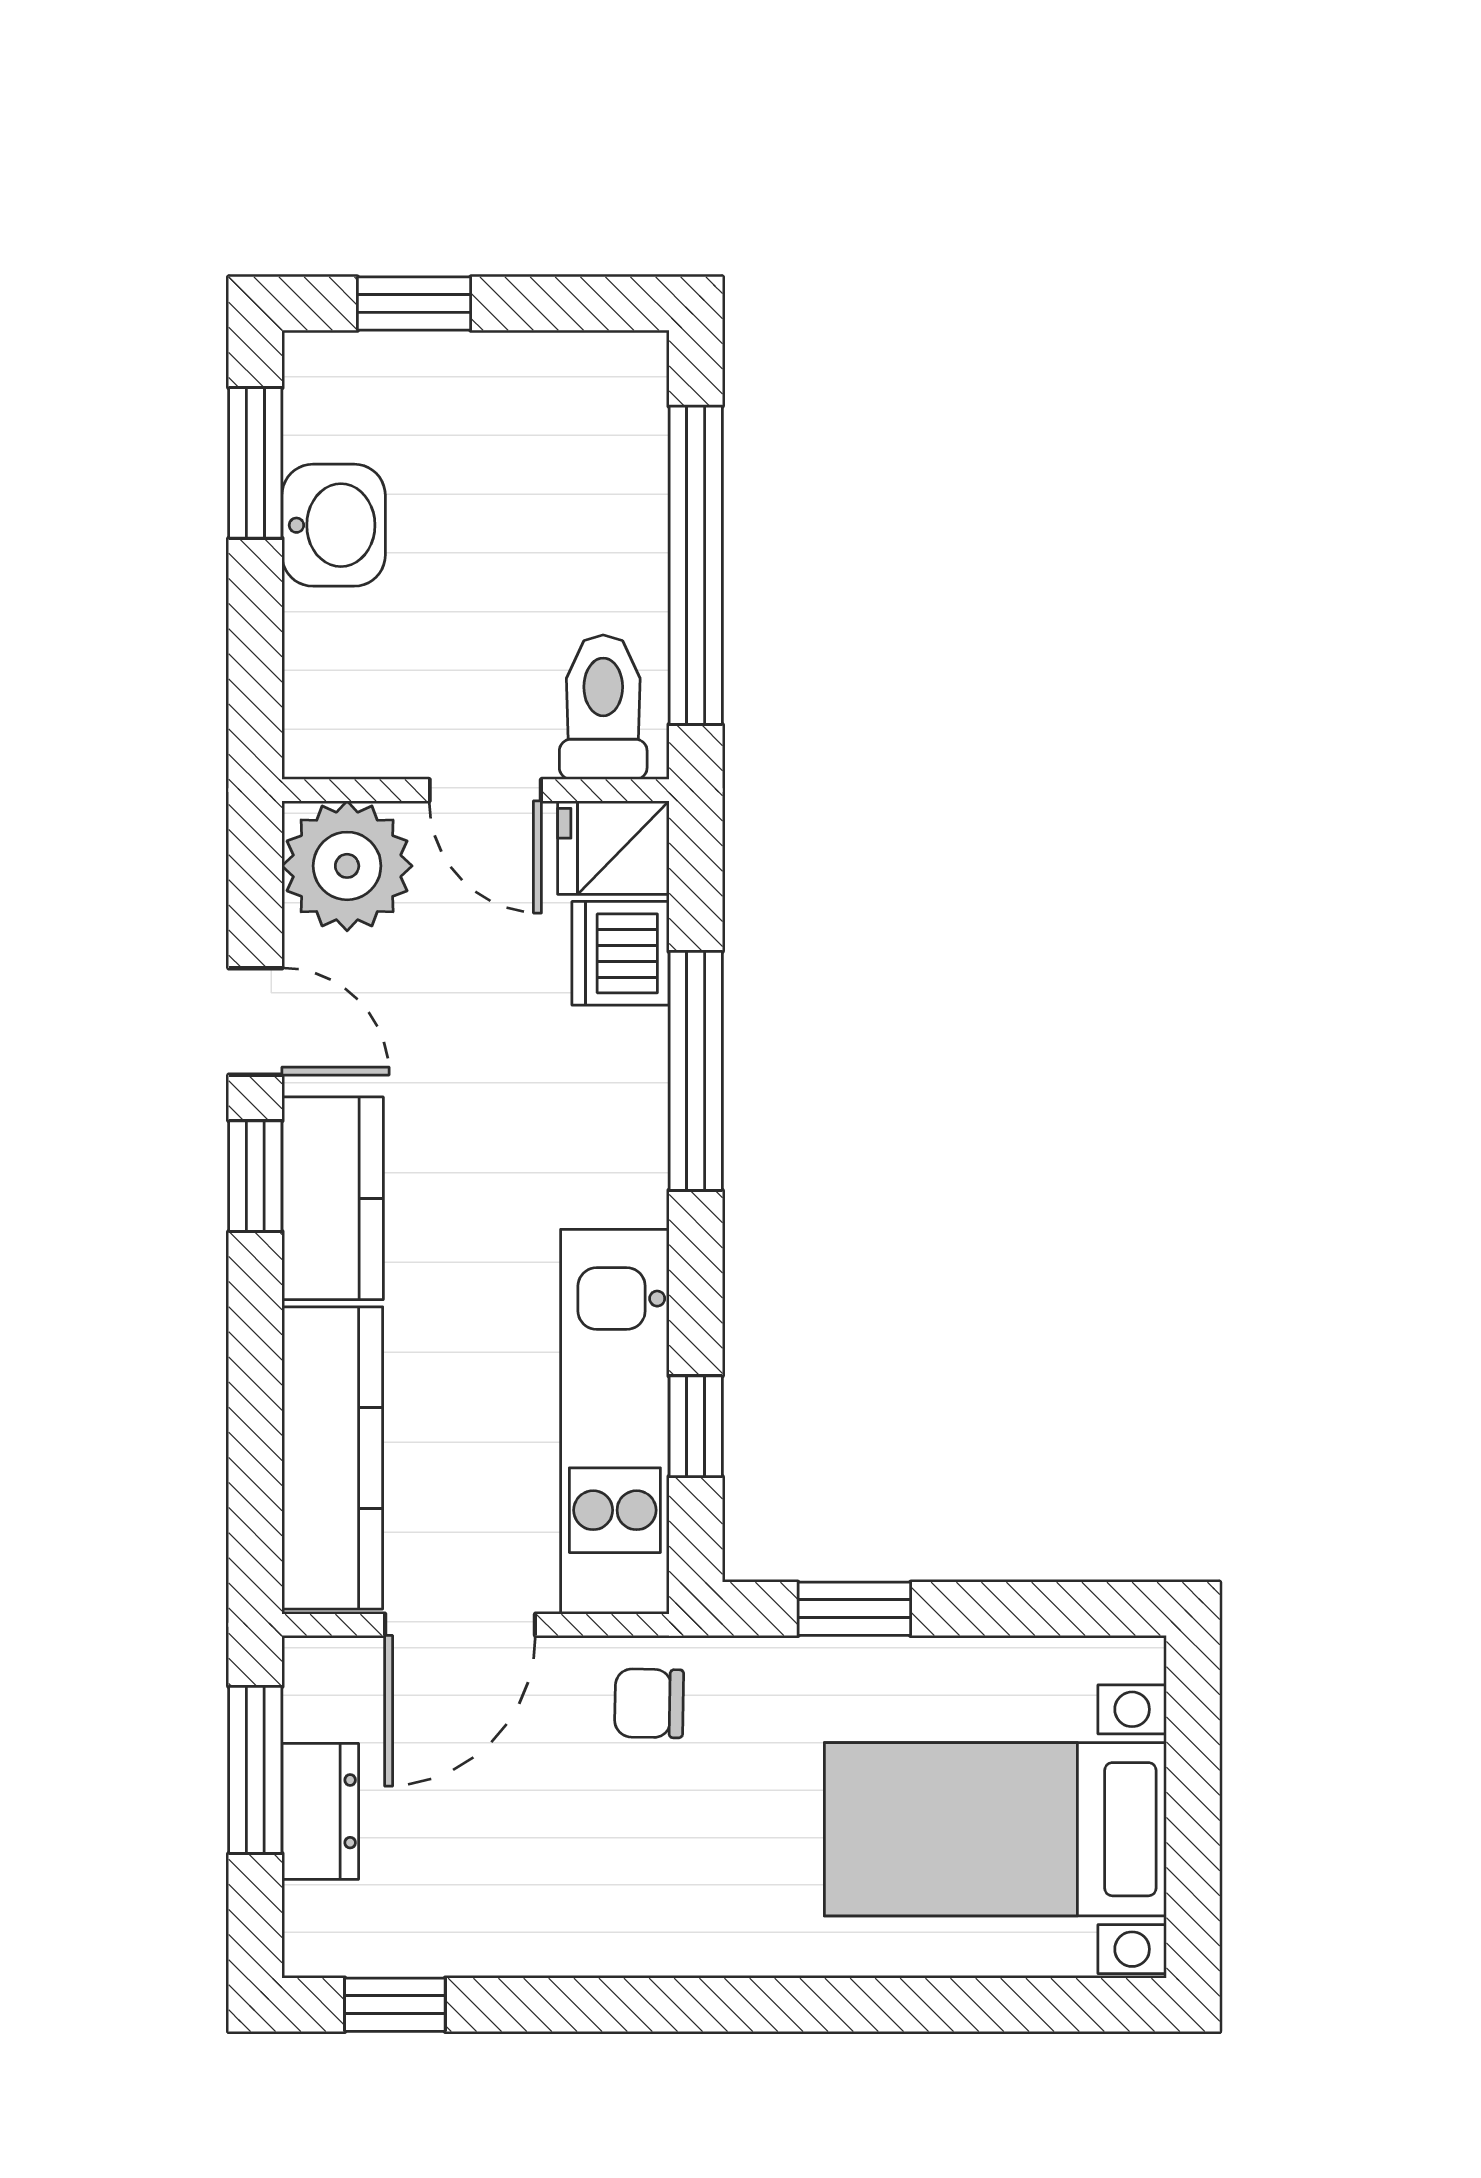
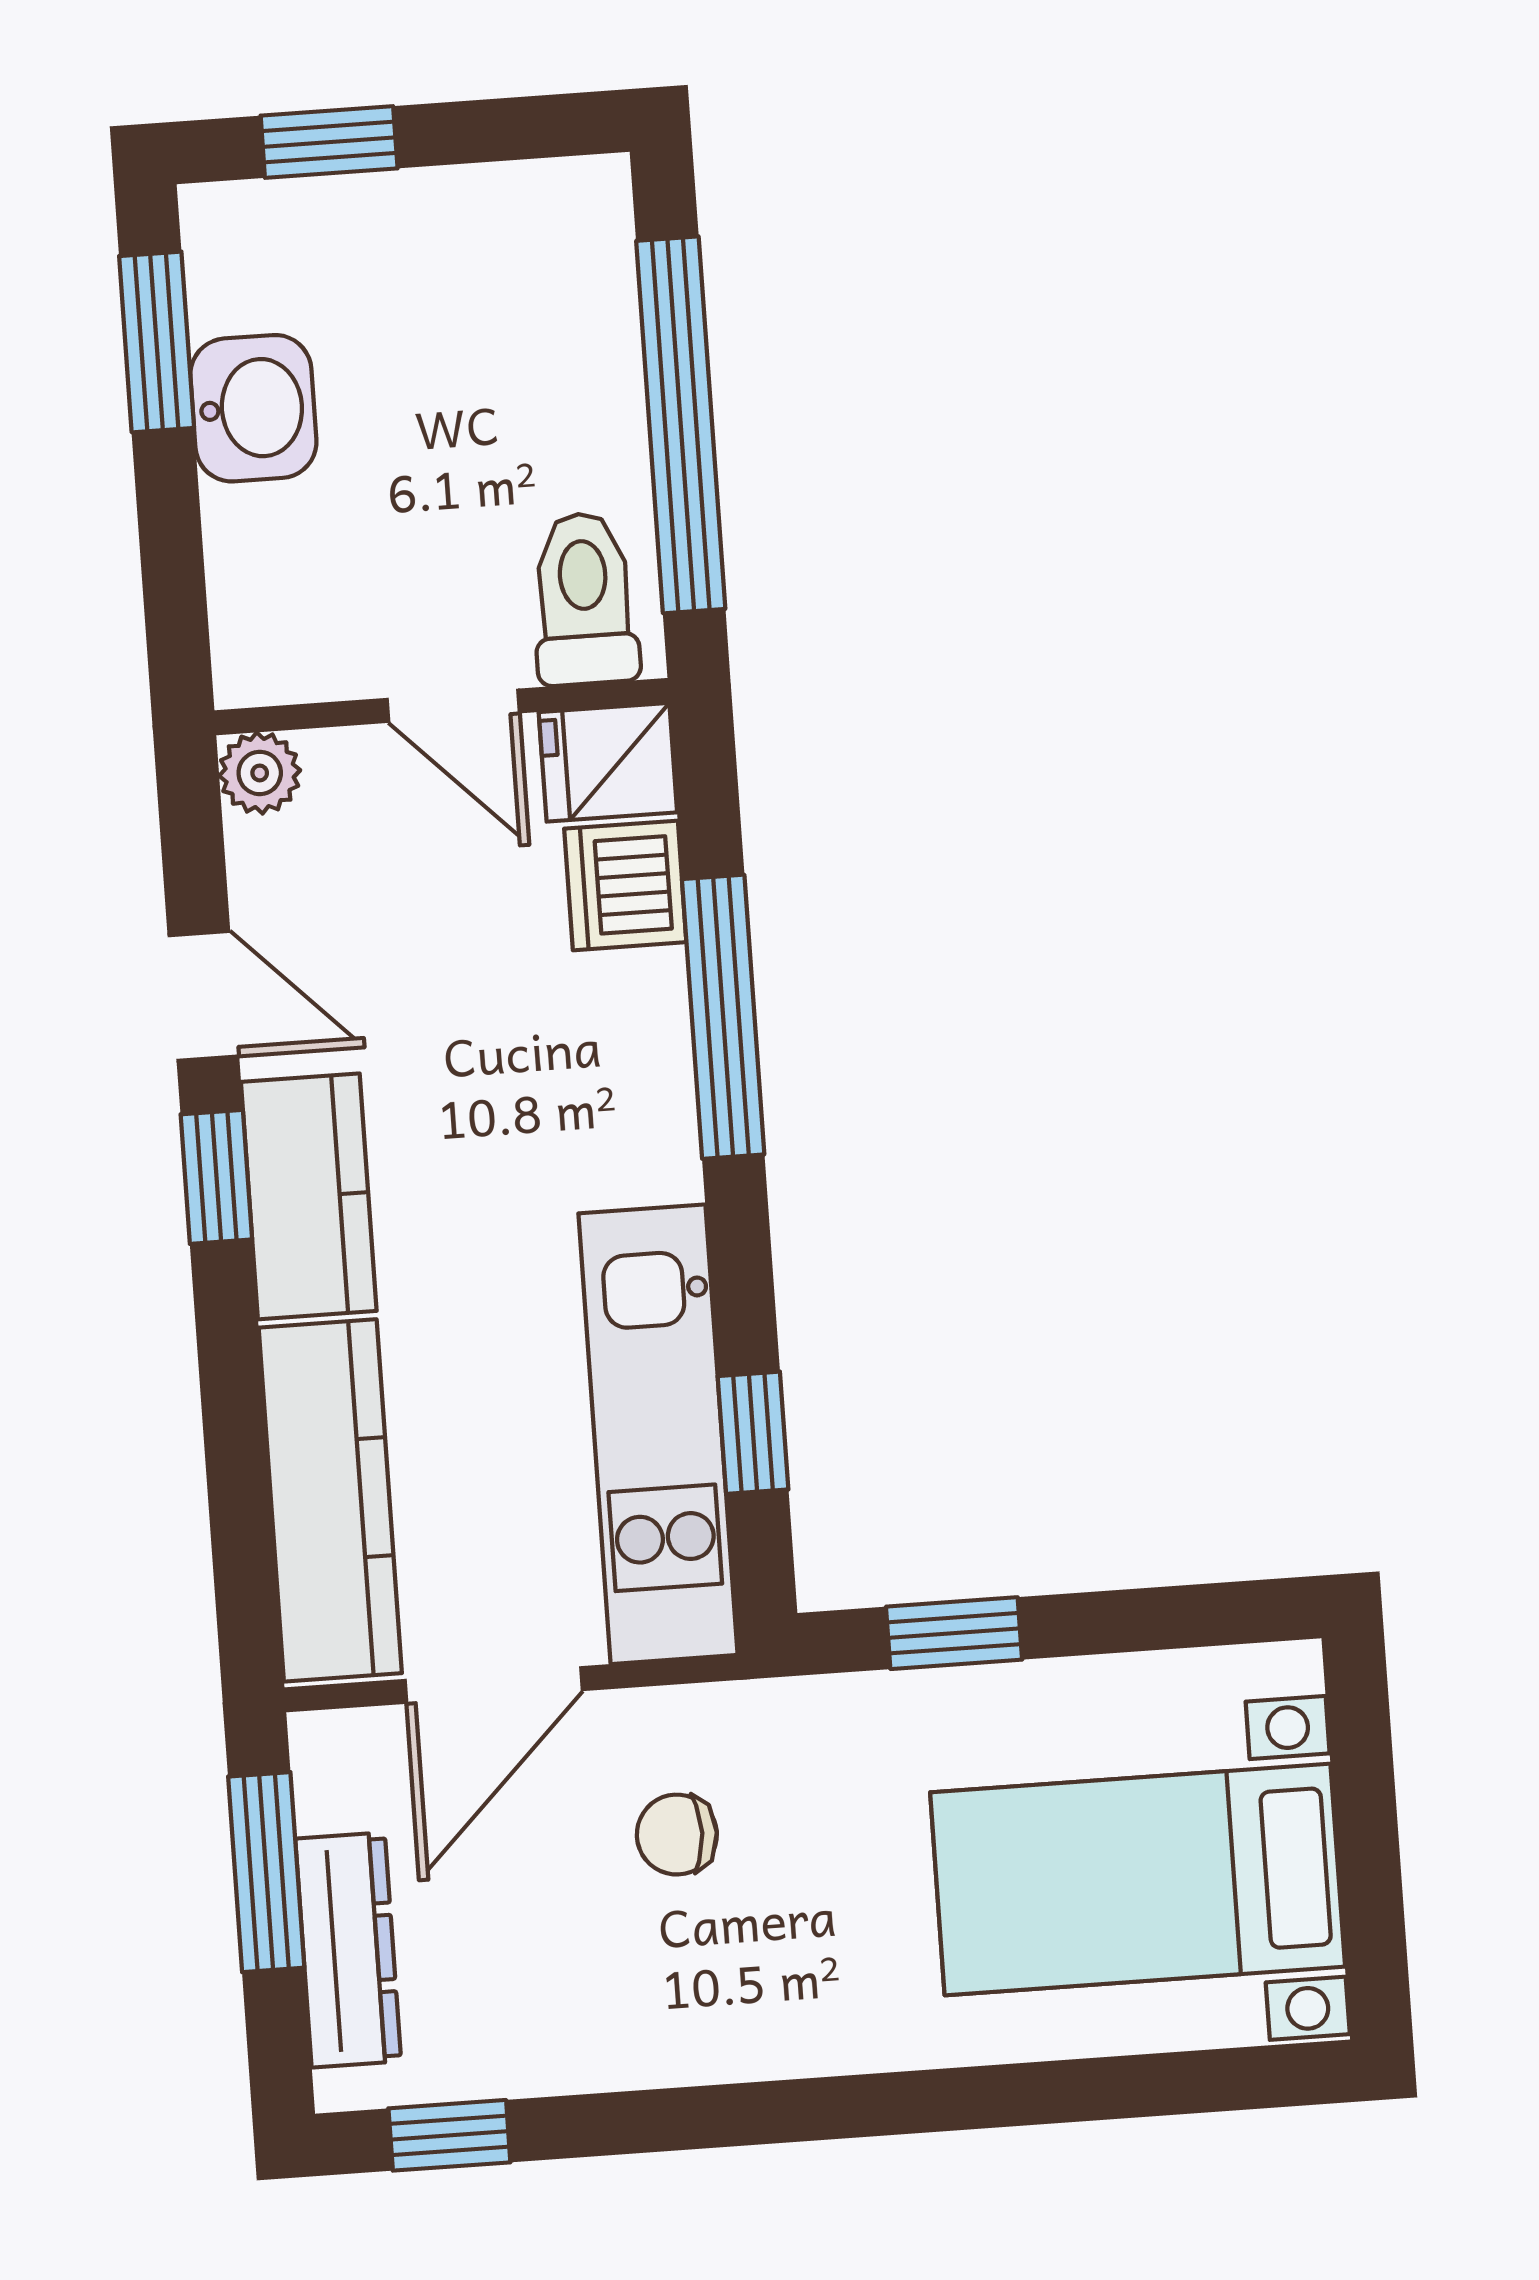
plant: (347, 866) -> (260, 773), width x0.53, depth x0.53
chair: (649, 1703) -> (677, 1835), moved
dresser: (320, 1811) -> (348, 1950), width x1.44

